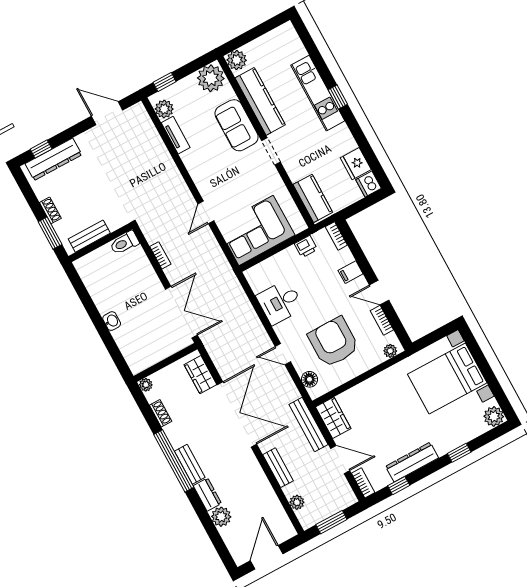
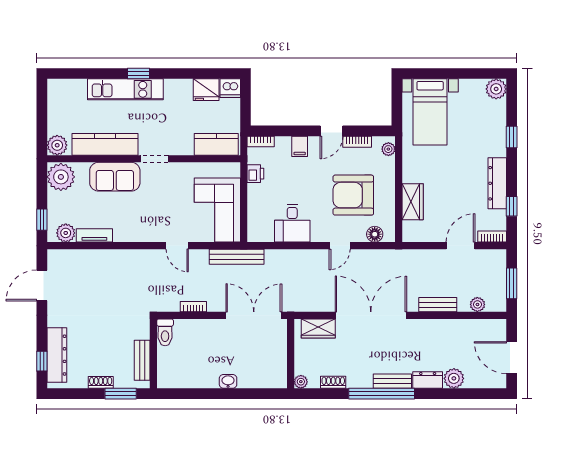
bed with nightstands: (447, 378) -> (430, 112), width x0.73
wardrobe: (333, 418) -> (413, 202), moved, turned 90
bench: (308, 425) -> (237, 257), moved

